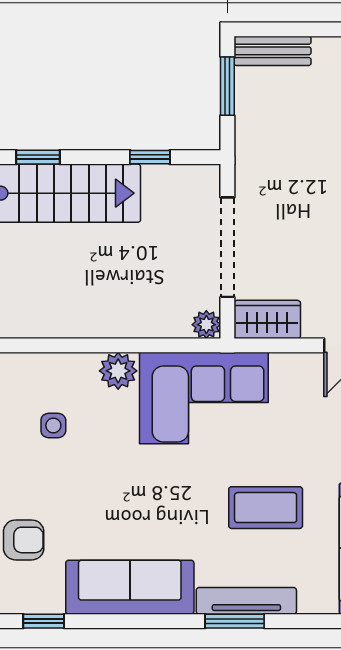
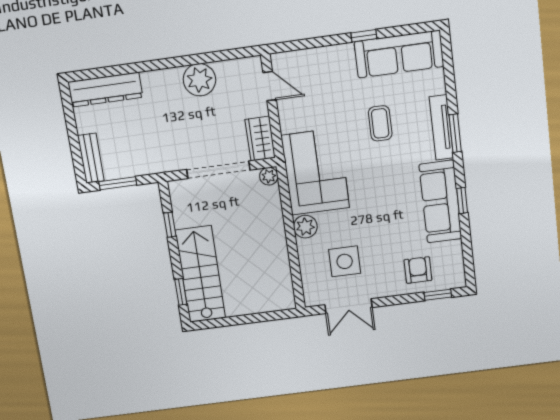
side table: (53, 426) -> (345, 261), width x1.87, depth x1.87
coffee table: (266, 508) -> (380, 123), width x0.73, depth x0.77
window: (44, 621) -> (462, 201), moved

